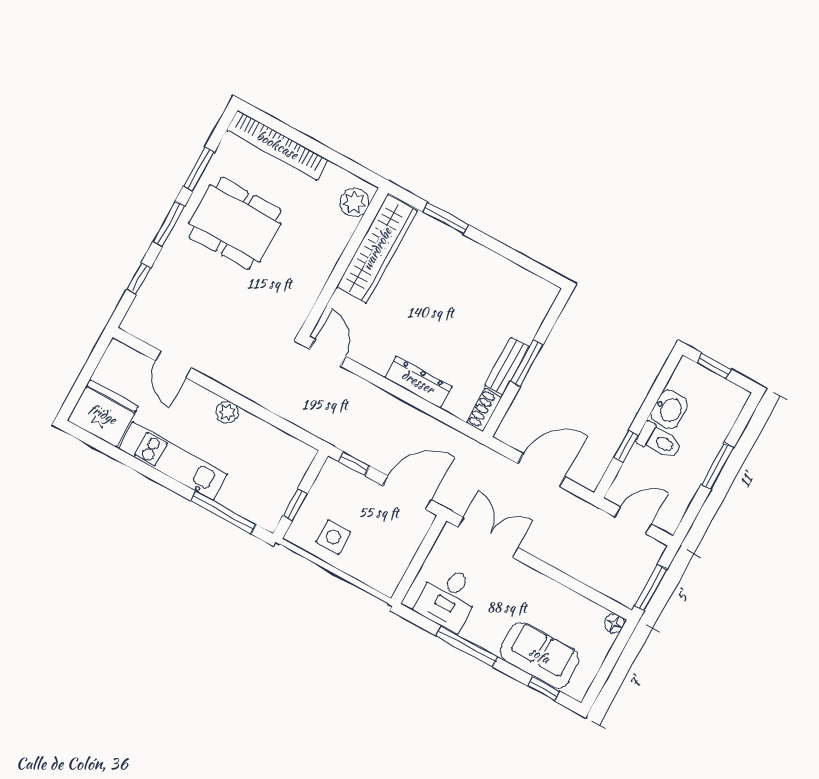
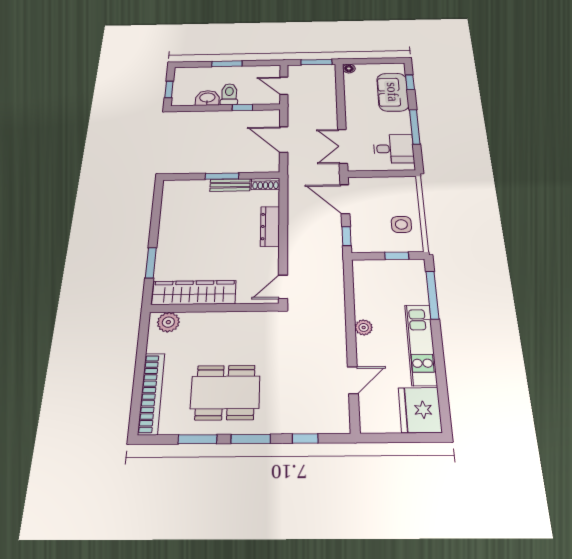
dining table: (235, 223) -> (225, 392), turned 90

